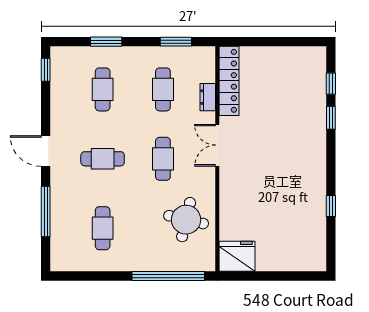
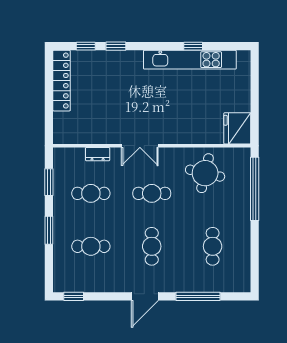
window: (106, 42) -> (49, 230), moved
locker: (229, 81) -> (62, 81), moved, turned 90
kitchen unit: (315, 202) -> (190, 60), added
cafe table: (103, 228) -> (213, 246), turned 90

